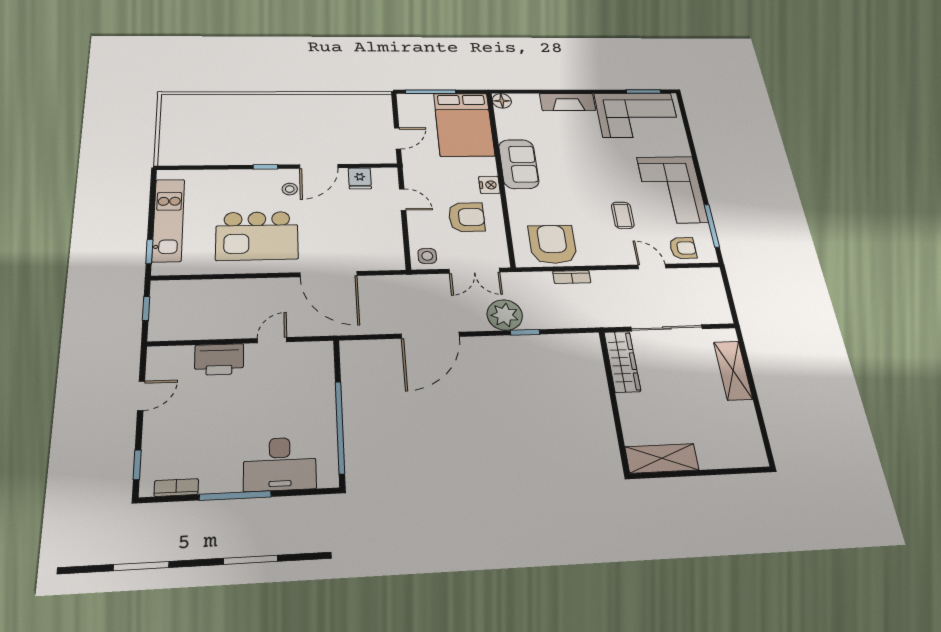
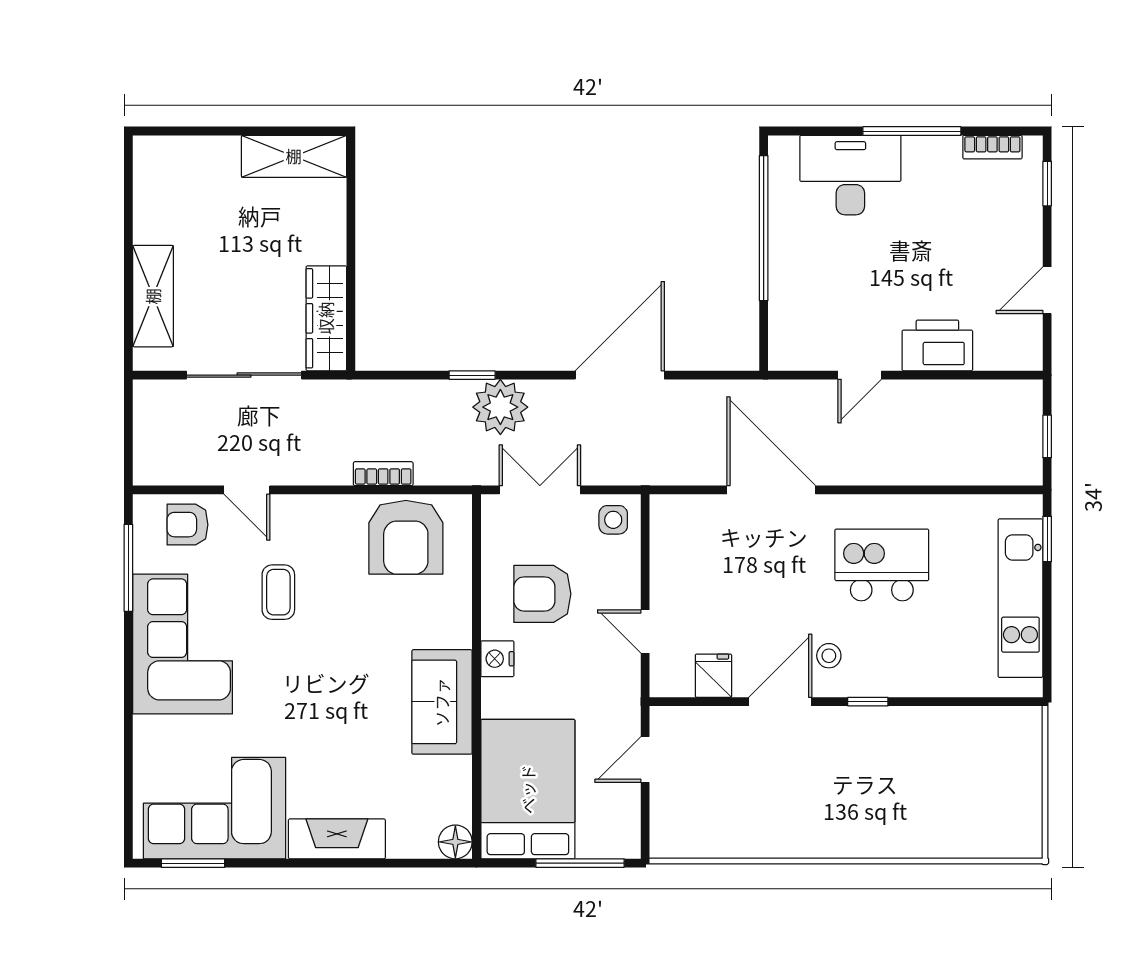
kitchen island: (257, 236) -> (882, 565), width x0.73, depth x0.78

